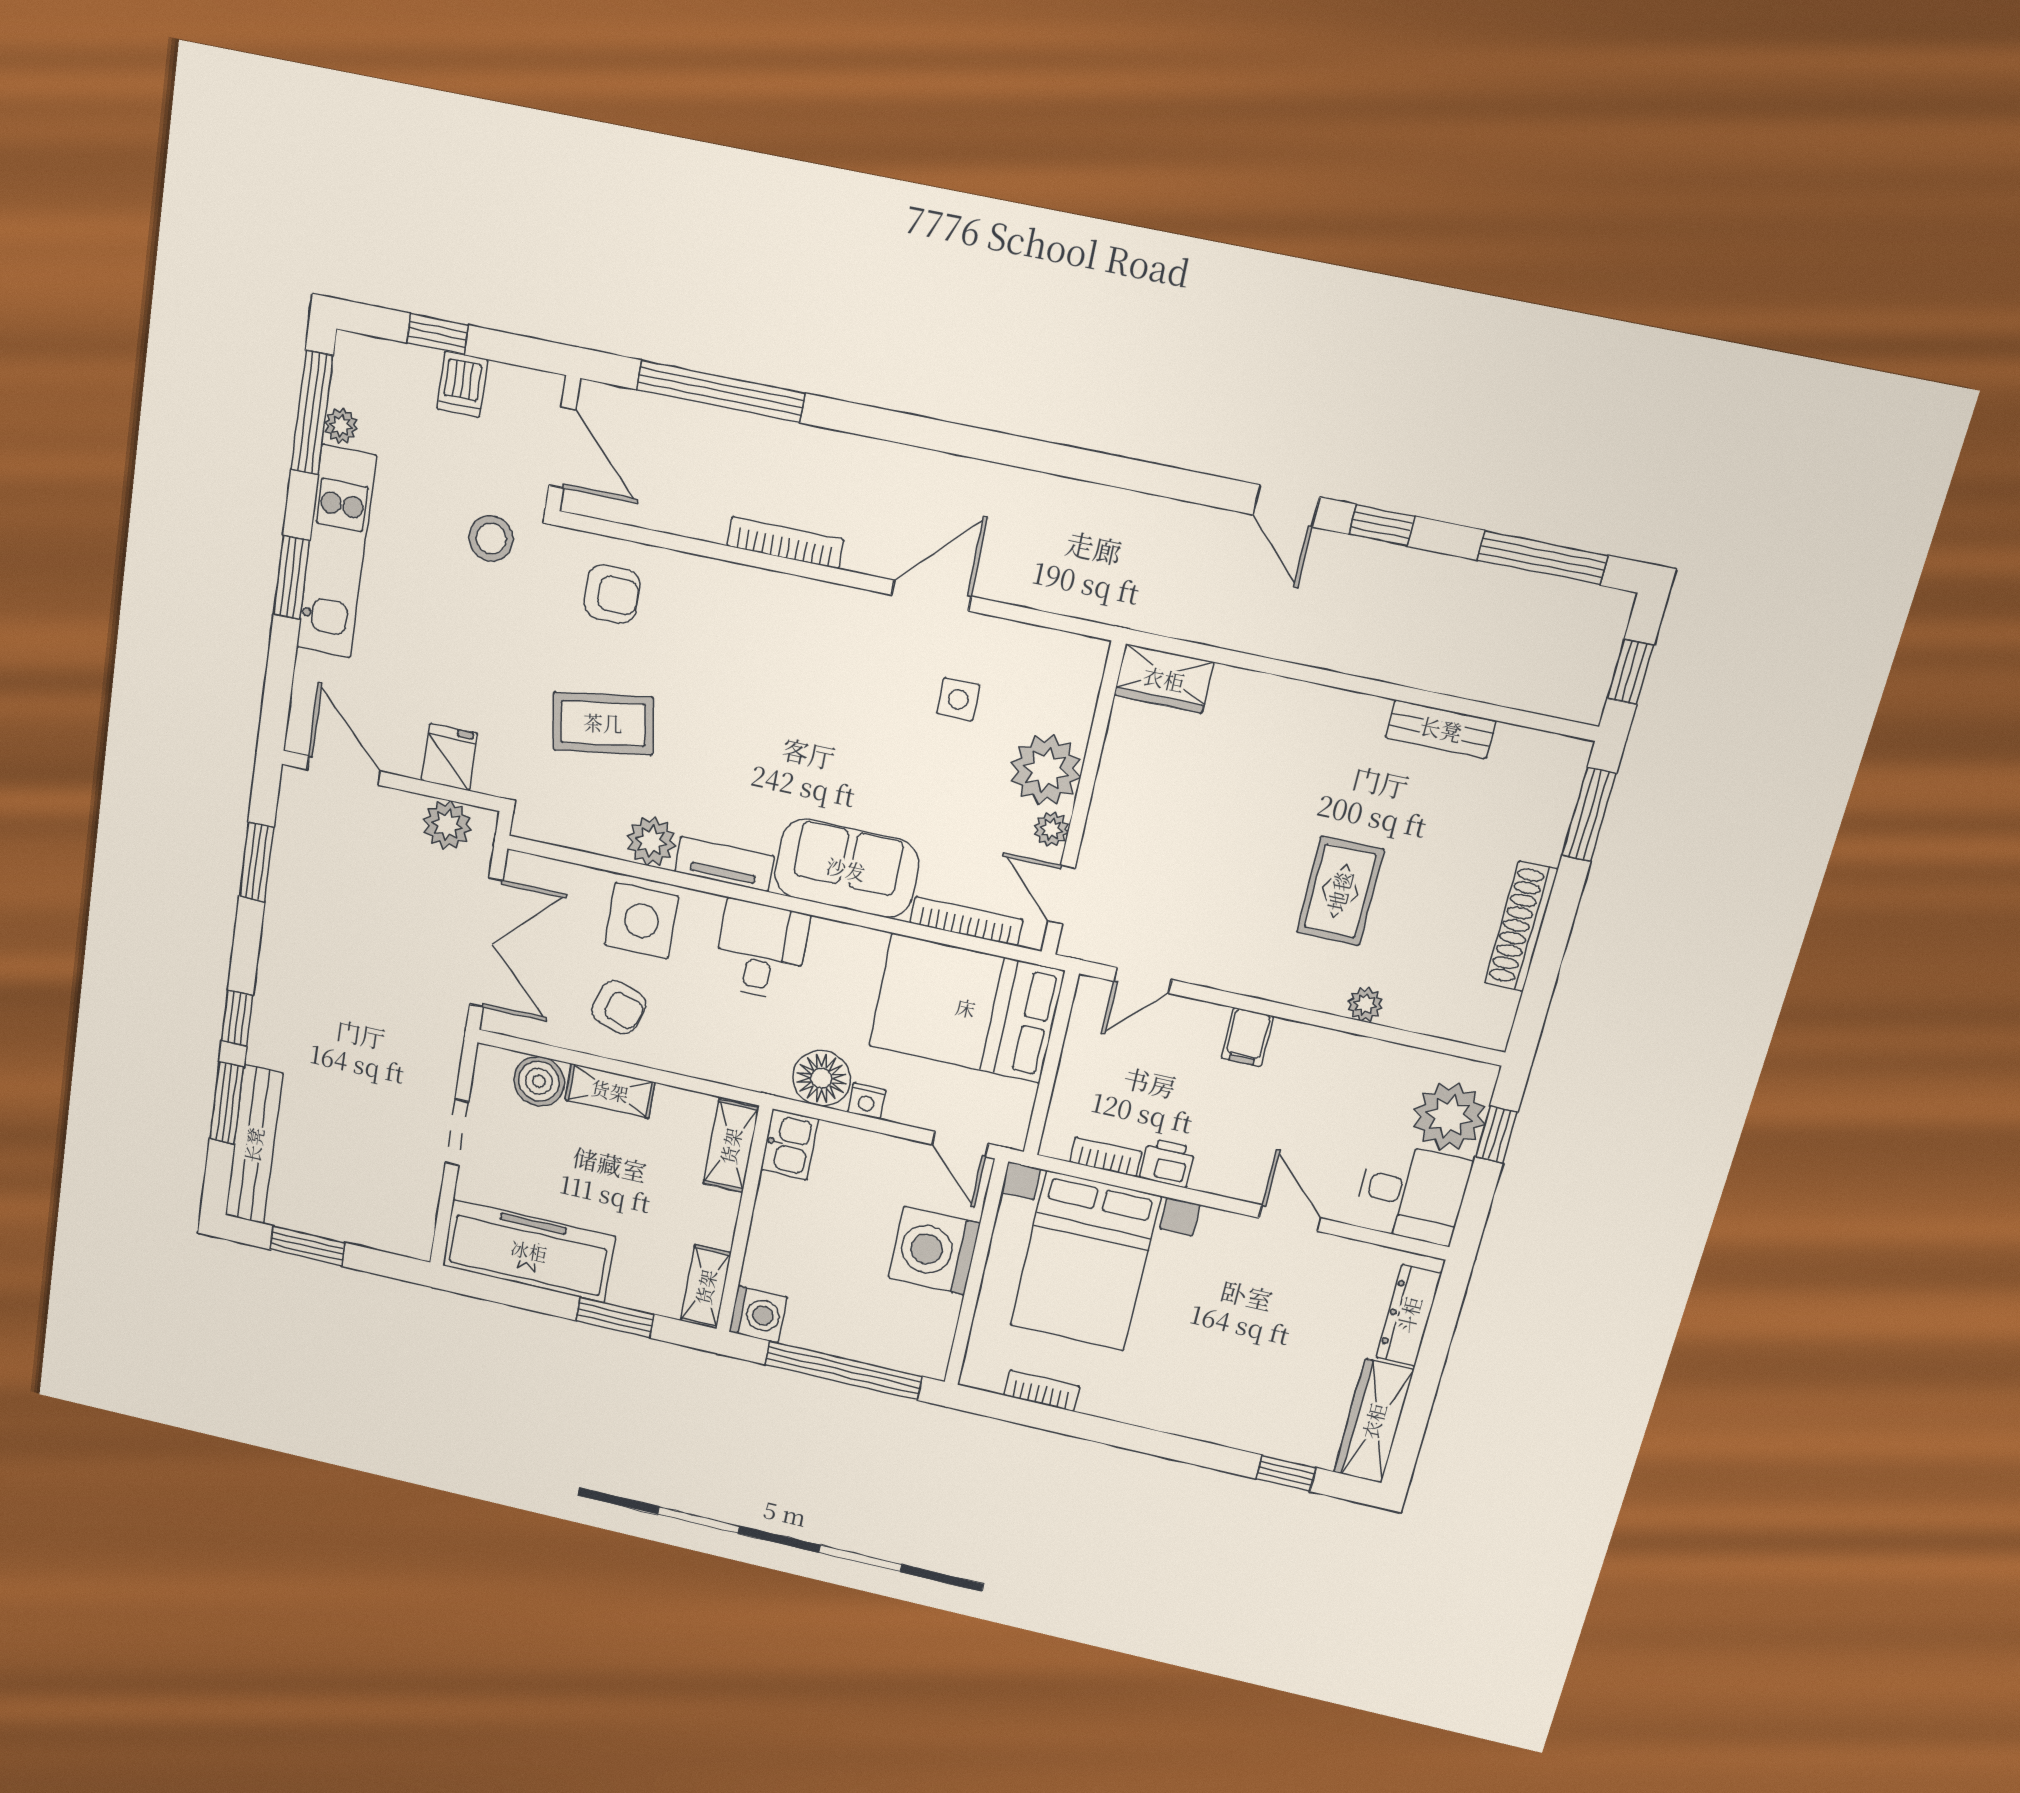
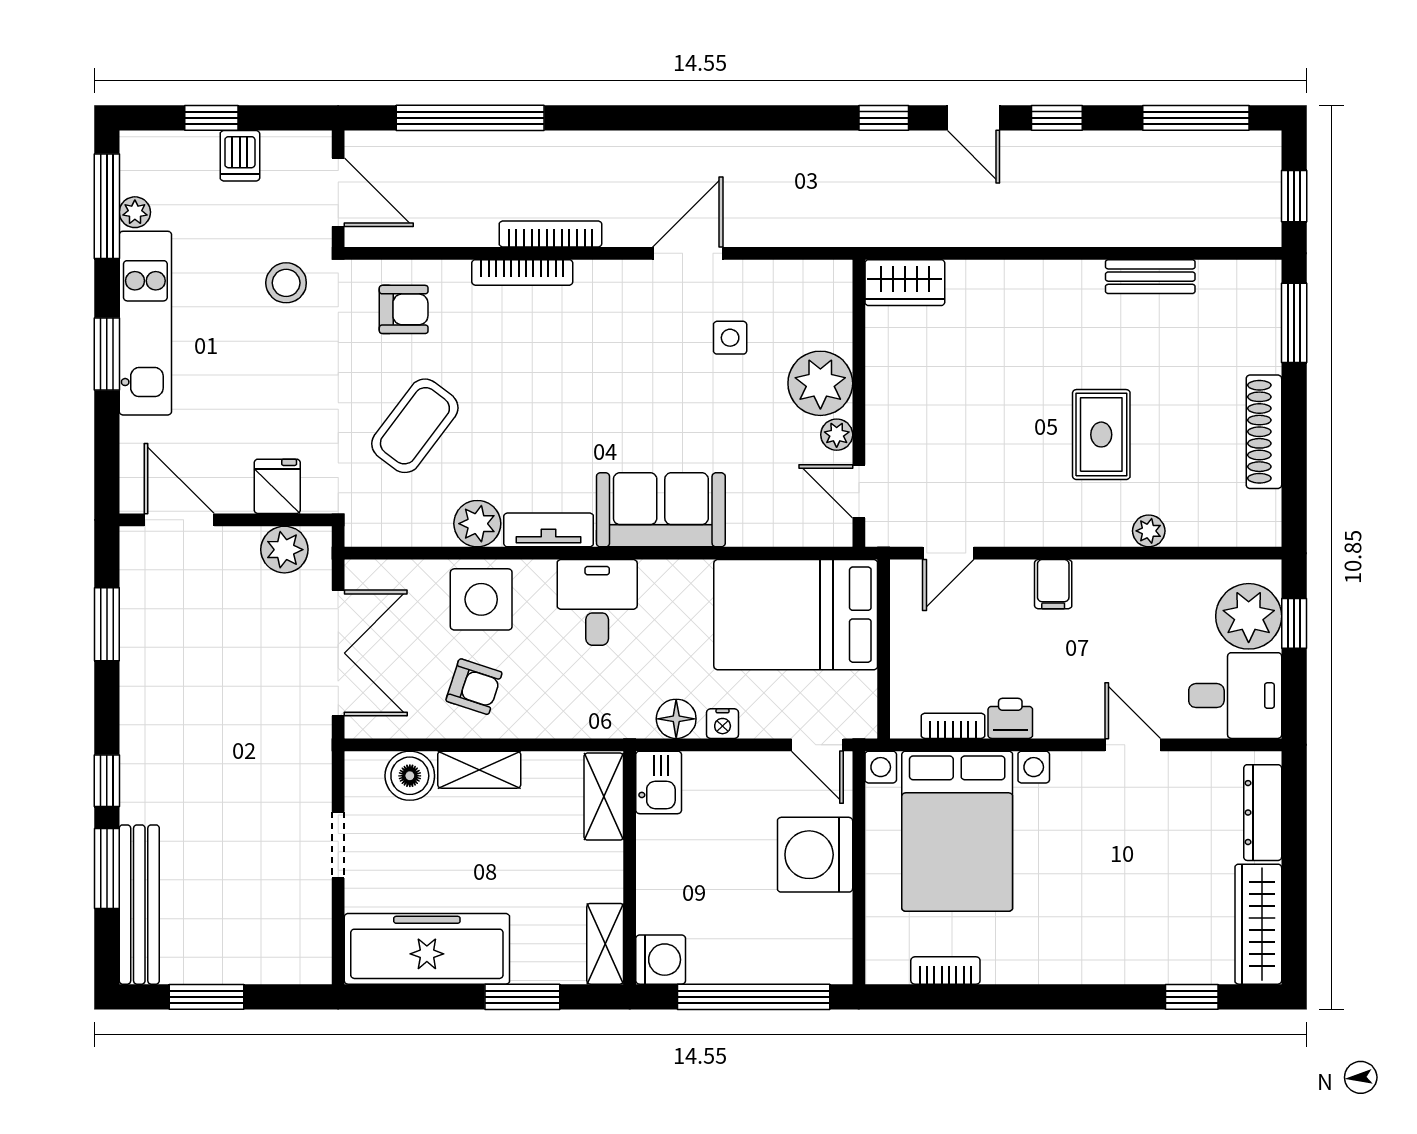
window: (1184, 485) -> (884, 118), added
coffee table: (603, 723) -> (415, 426), turned -44
bookcase: (966, 921) -> (522, 272), moved, turned 180
floor lamp: (821, 1078) -> (676, 719), width x0.73, depth x0.73

